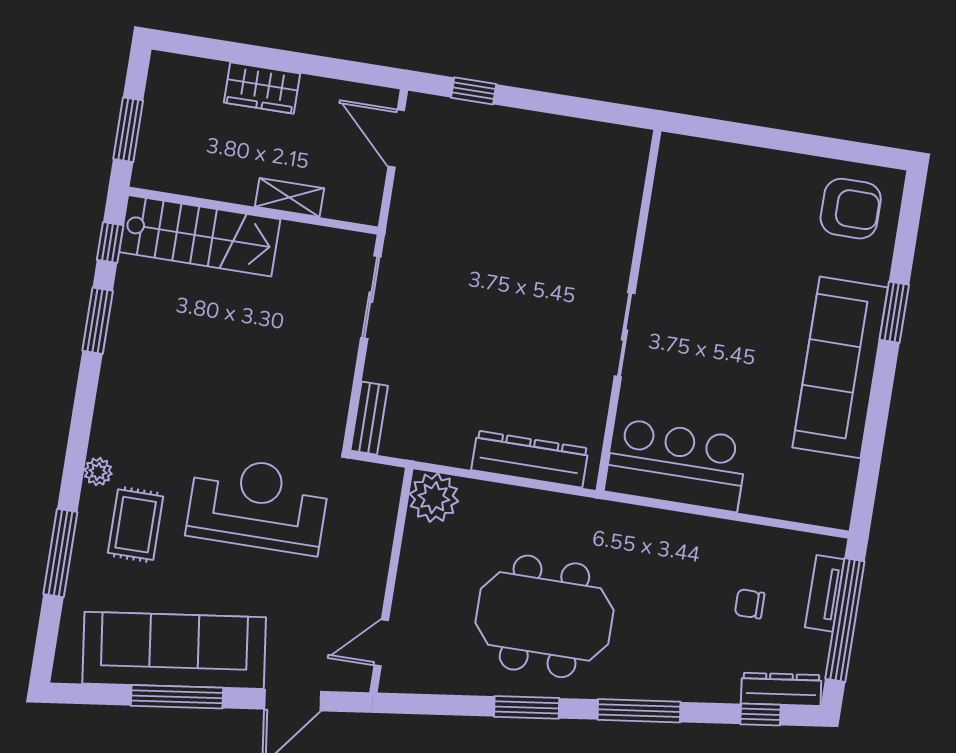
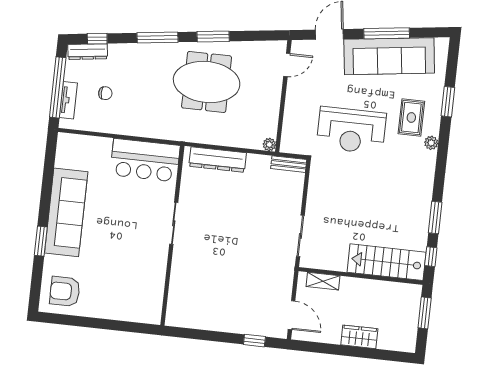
shelving: (290, 197) -> (323, 281), moved
bench: (369, 418) -> (289, 164), moved, turned 90
plant: (434, 498) -> (269, 145), width x0.53, depth x0.53
window: (60, 553) -> (448, 102), width x0.69

